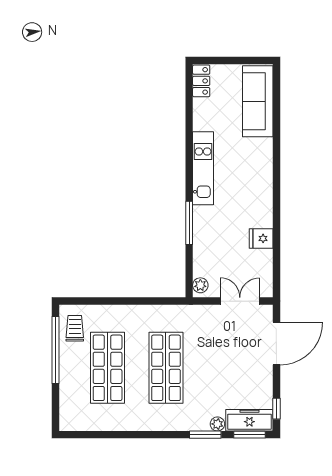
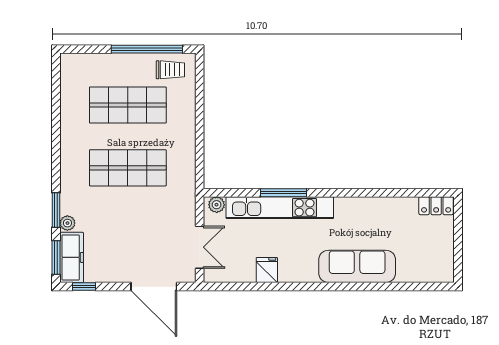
sofa: (258, 101) -> (357, 266), moved
kitchen unit: (203, 168) -> (280, 208), moved, width x1.36

